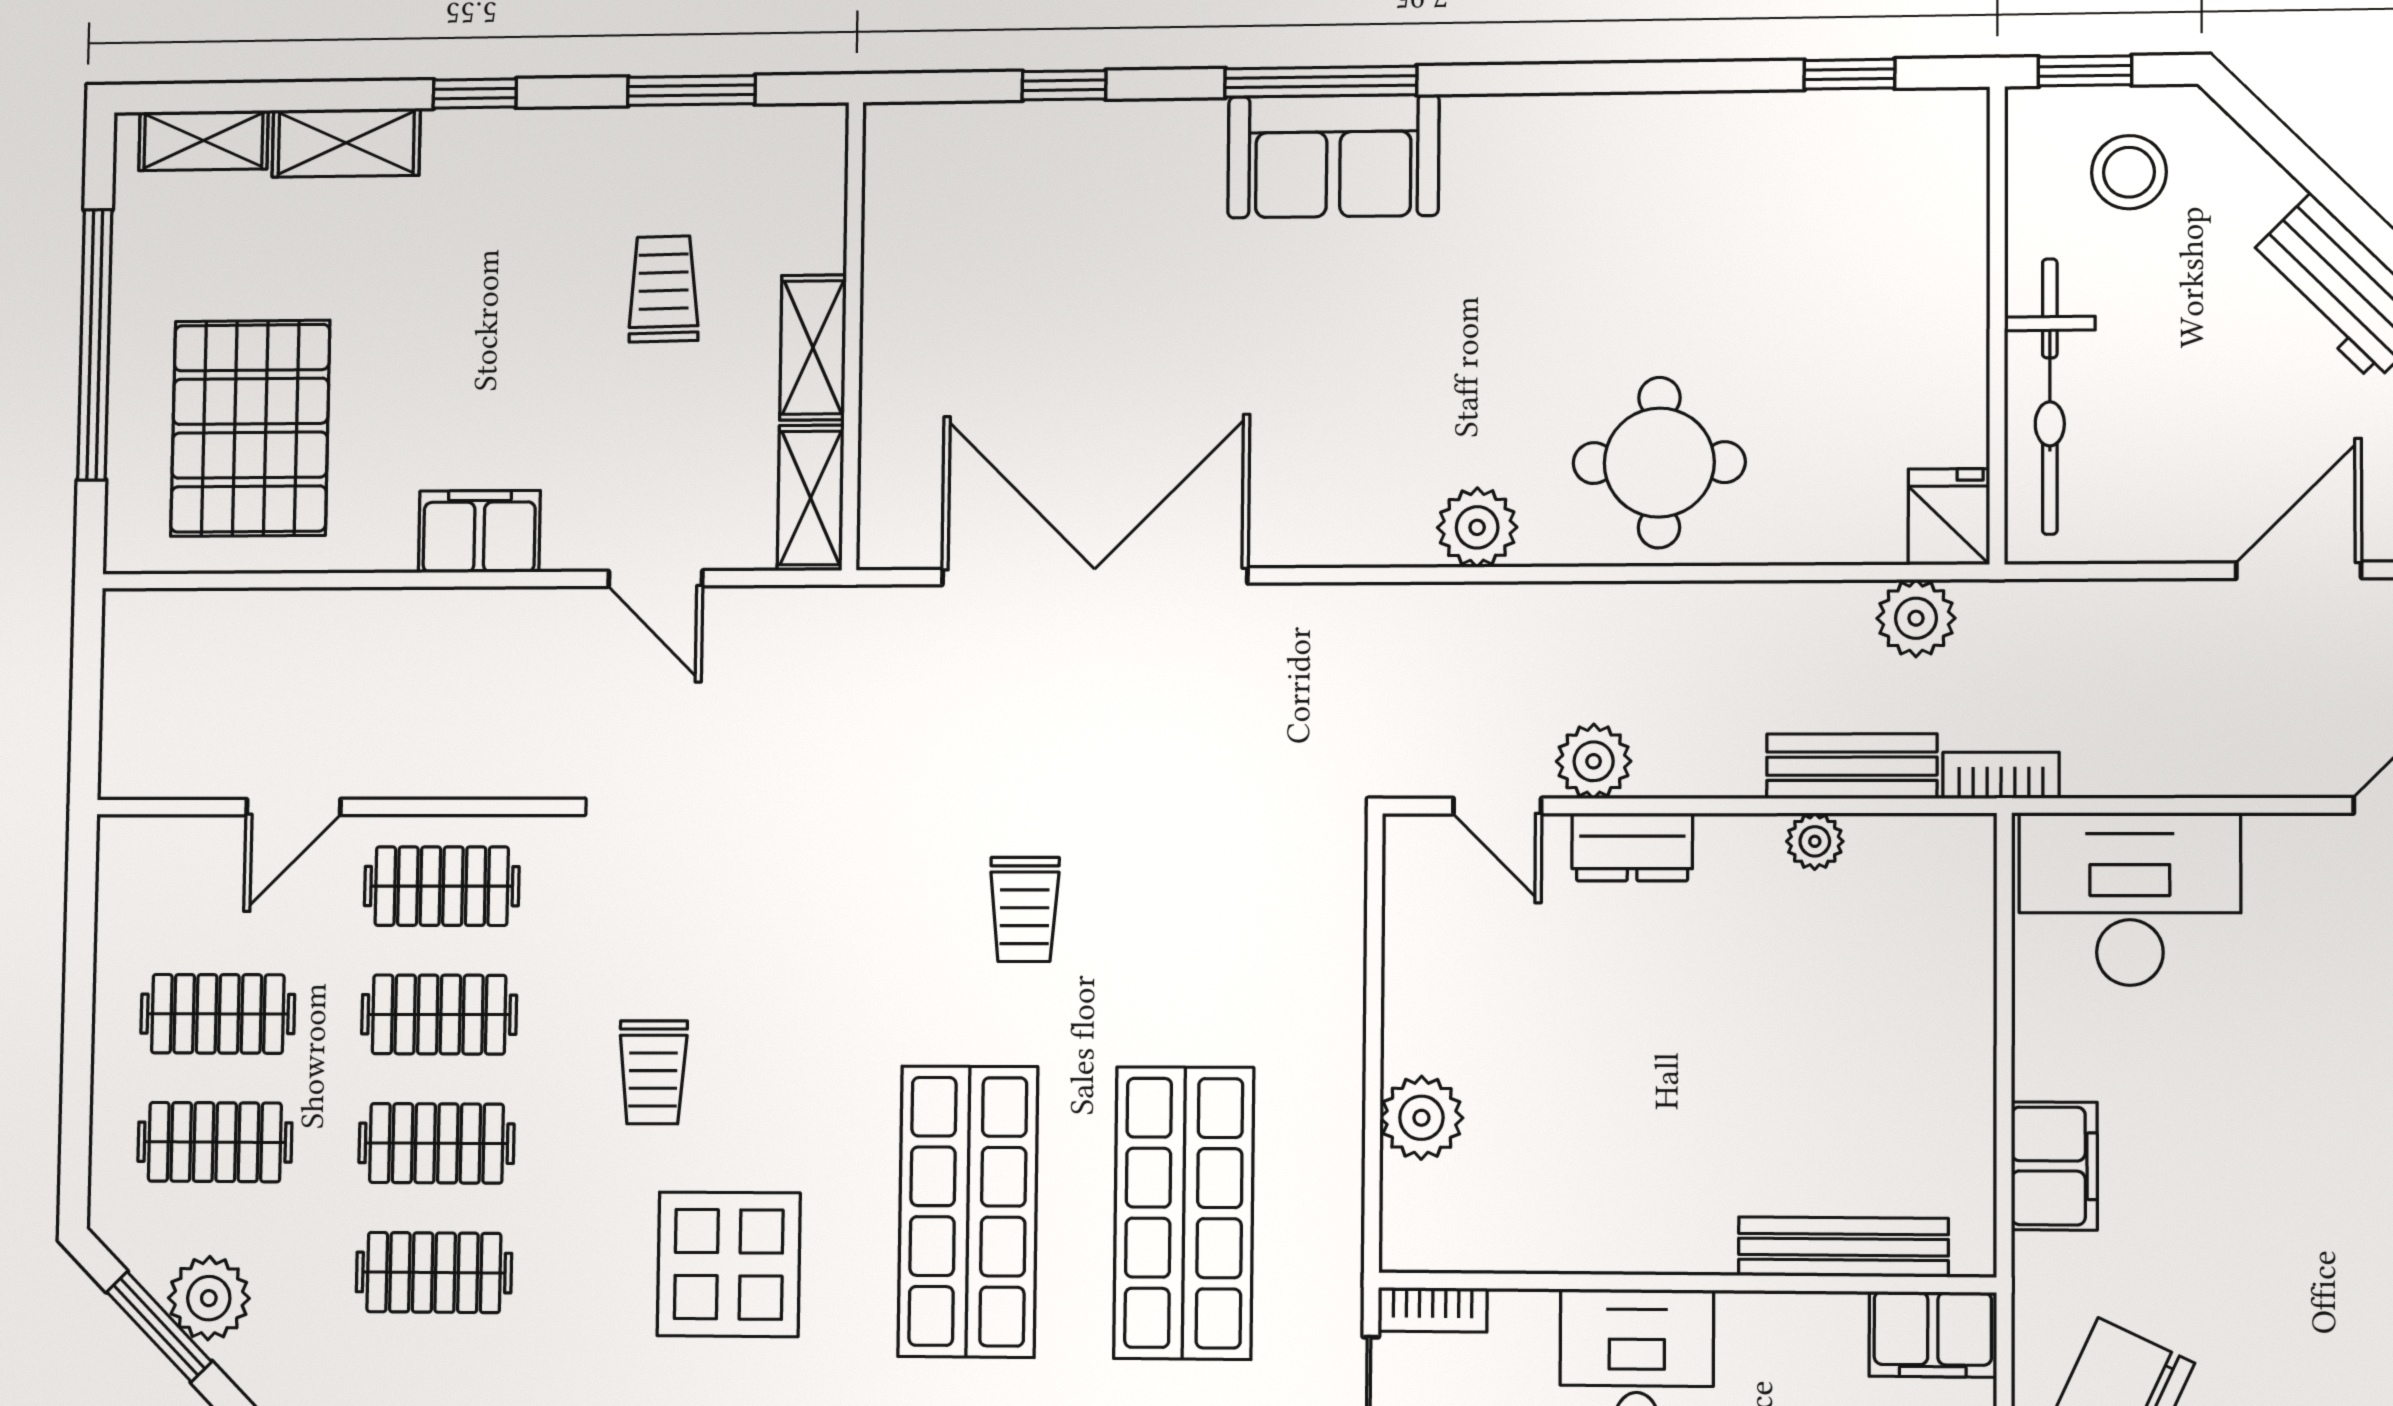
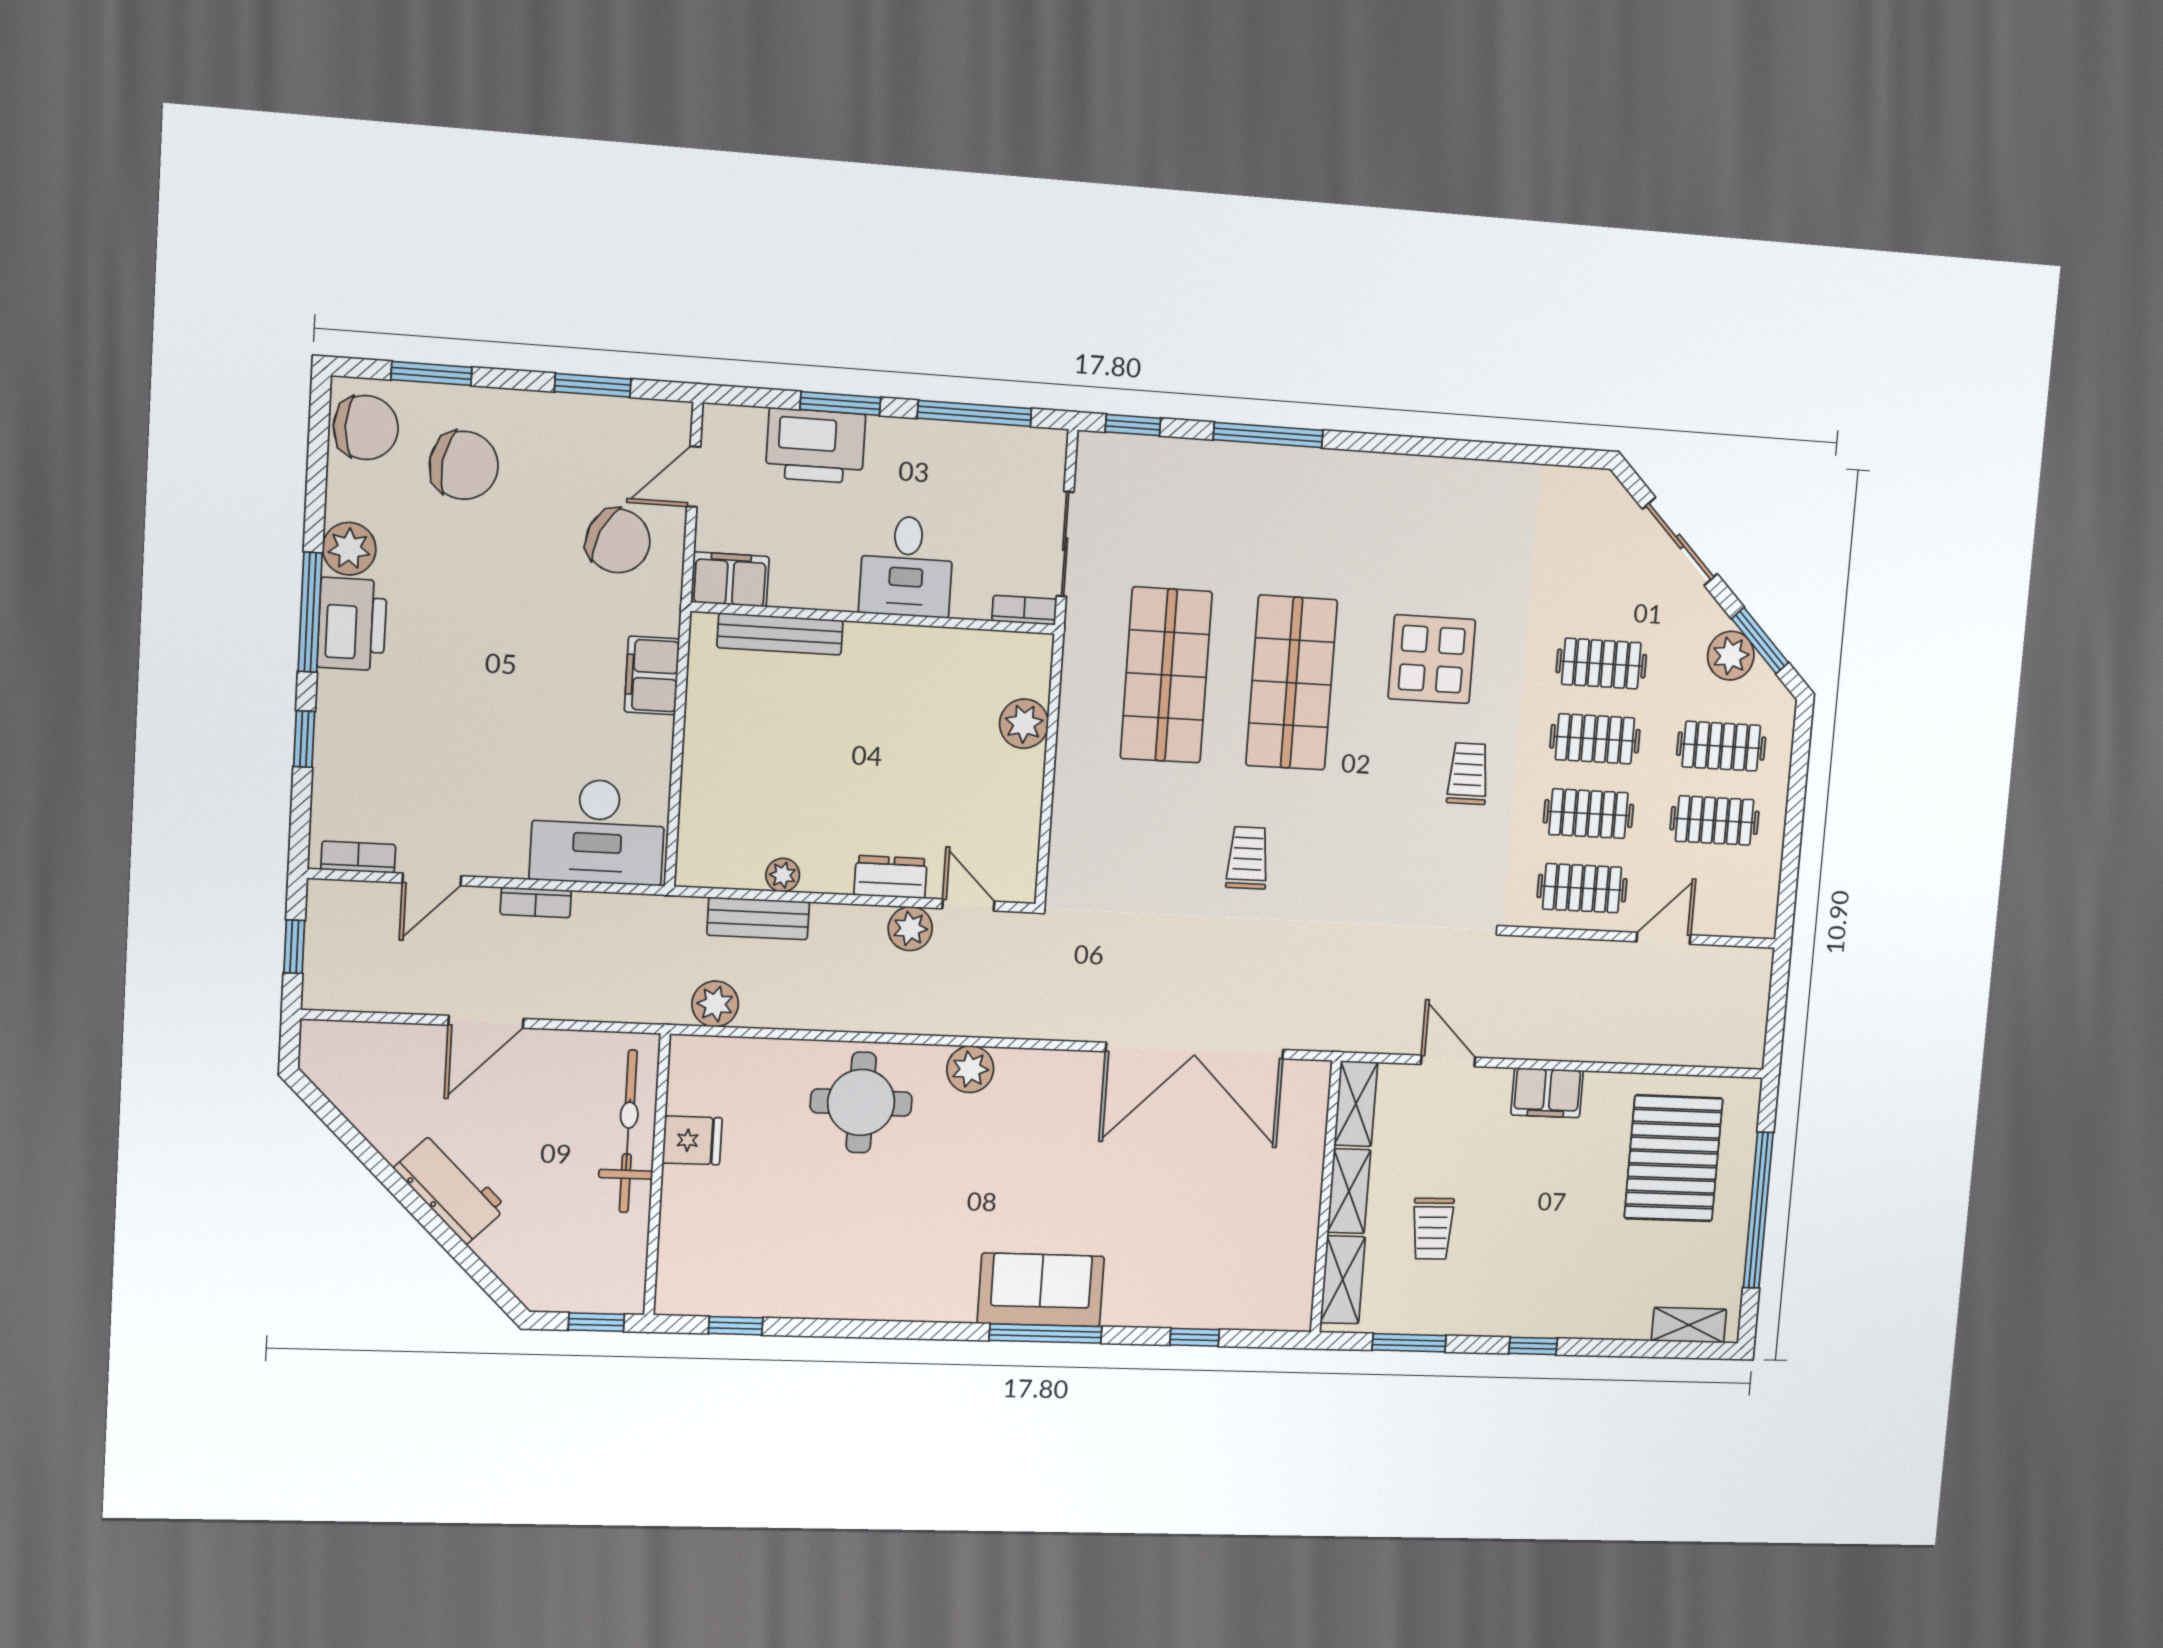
shelving: (346, 143) -> (1343, 1280), moved, turned 90
stool: (2129, 172) -> (574, 1261), removed
fridge: (1949, 517) -> (692, 1140), moved, turned -90
bookcase: (2001, 775) -> (536, 902), moved

